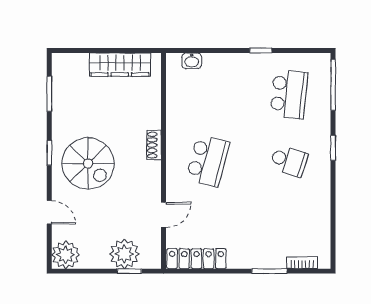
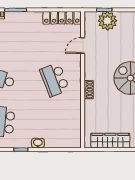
washbasin: (192, 61) -> (38, 143), moved
school desk: (208, 161) -> (55, 80), turned -36

